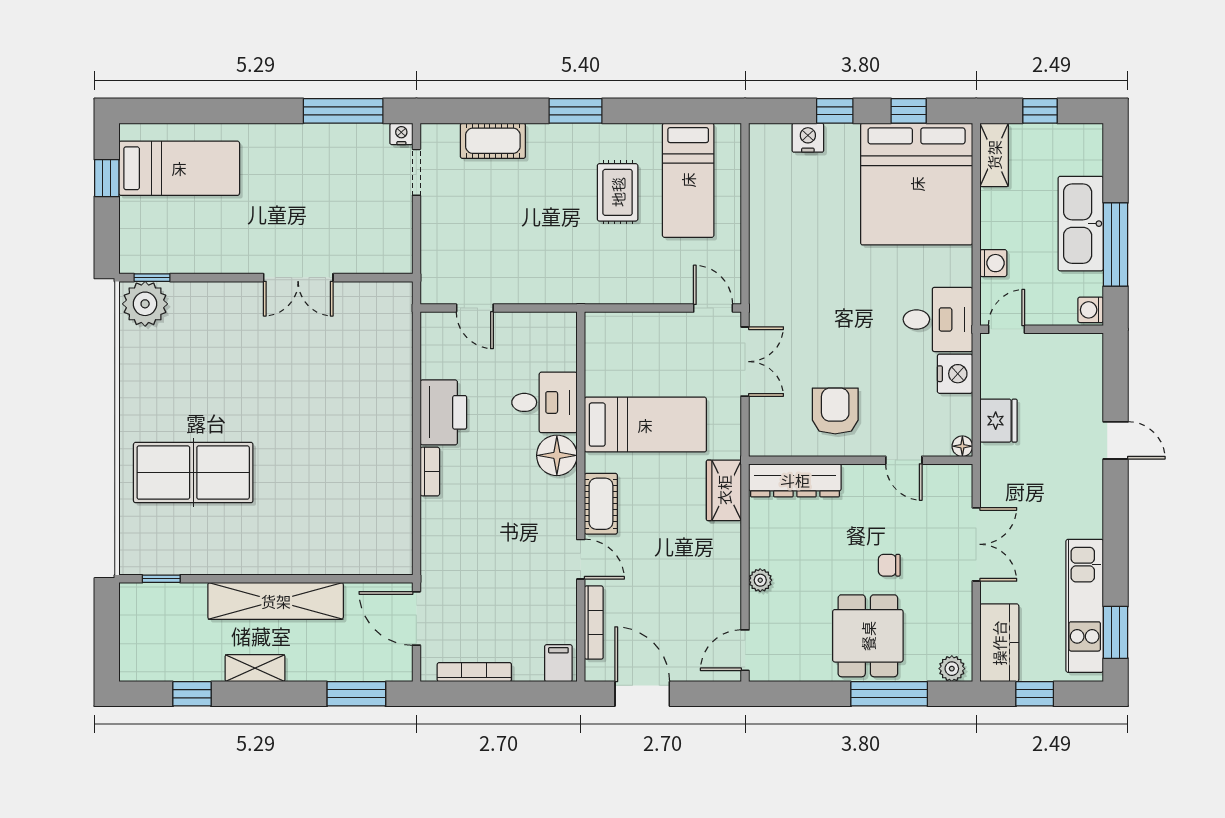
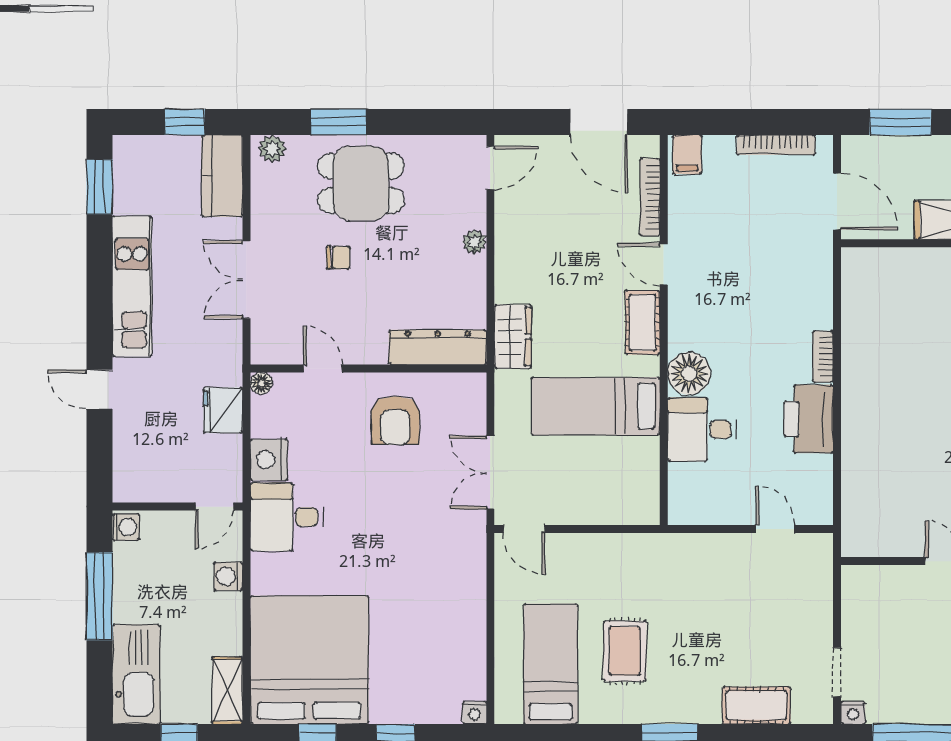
nightstand: (808, 138) -> (474, 713), moved, width x0.72, depth x0.74
kitchen sink: (1081, 224) -> (136, 674), moved
kitchen unit: (1085, 606) -> (132, 286), moved
dining table: (868, 636) -> (361, 183), turned 90
window: (889, 694) -> (338, 122), width x0.69

